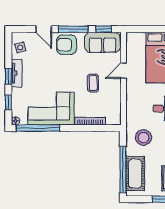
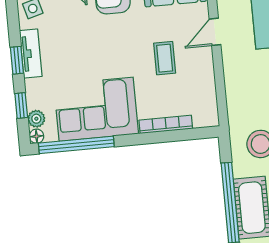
plant: (16, 111) -> (36, 119), added

